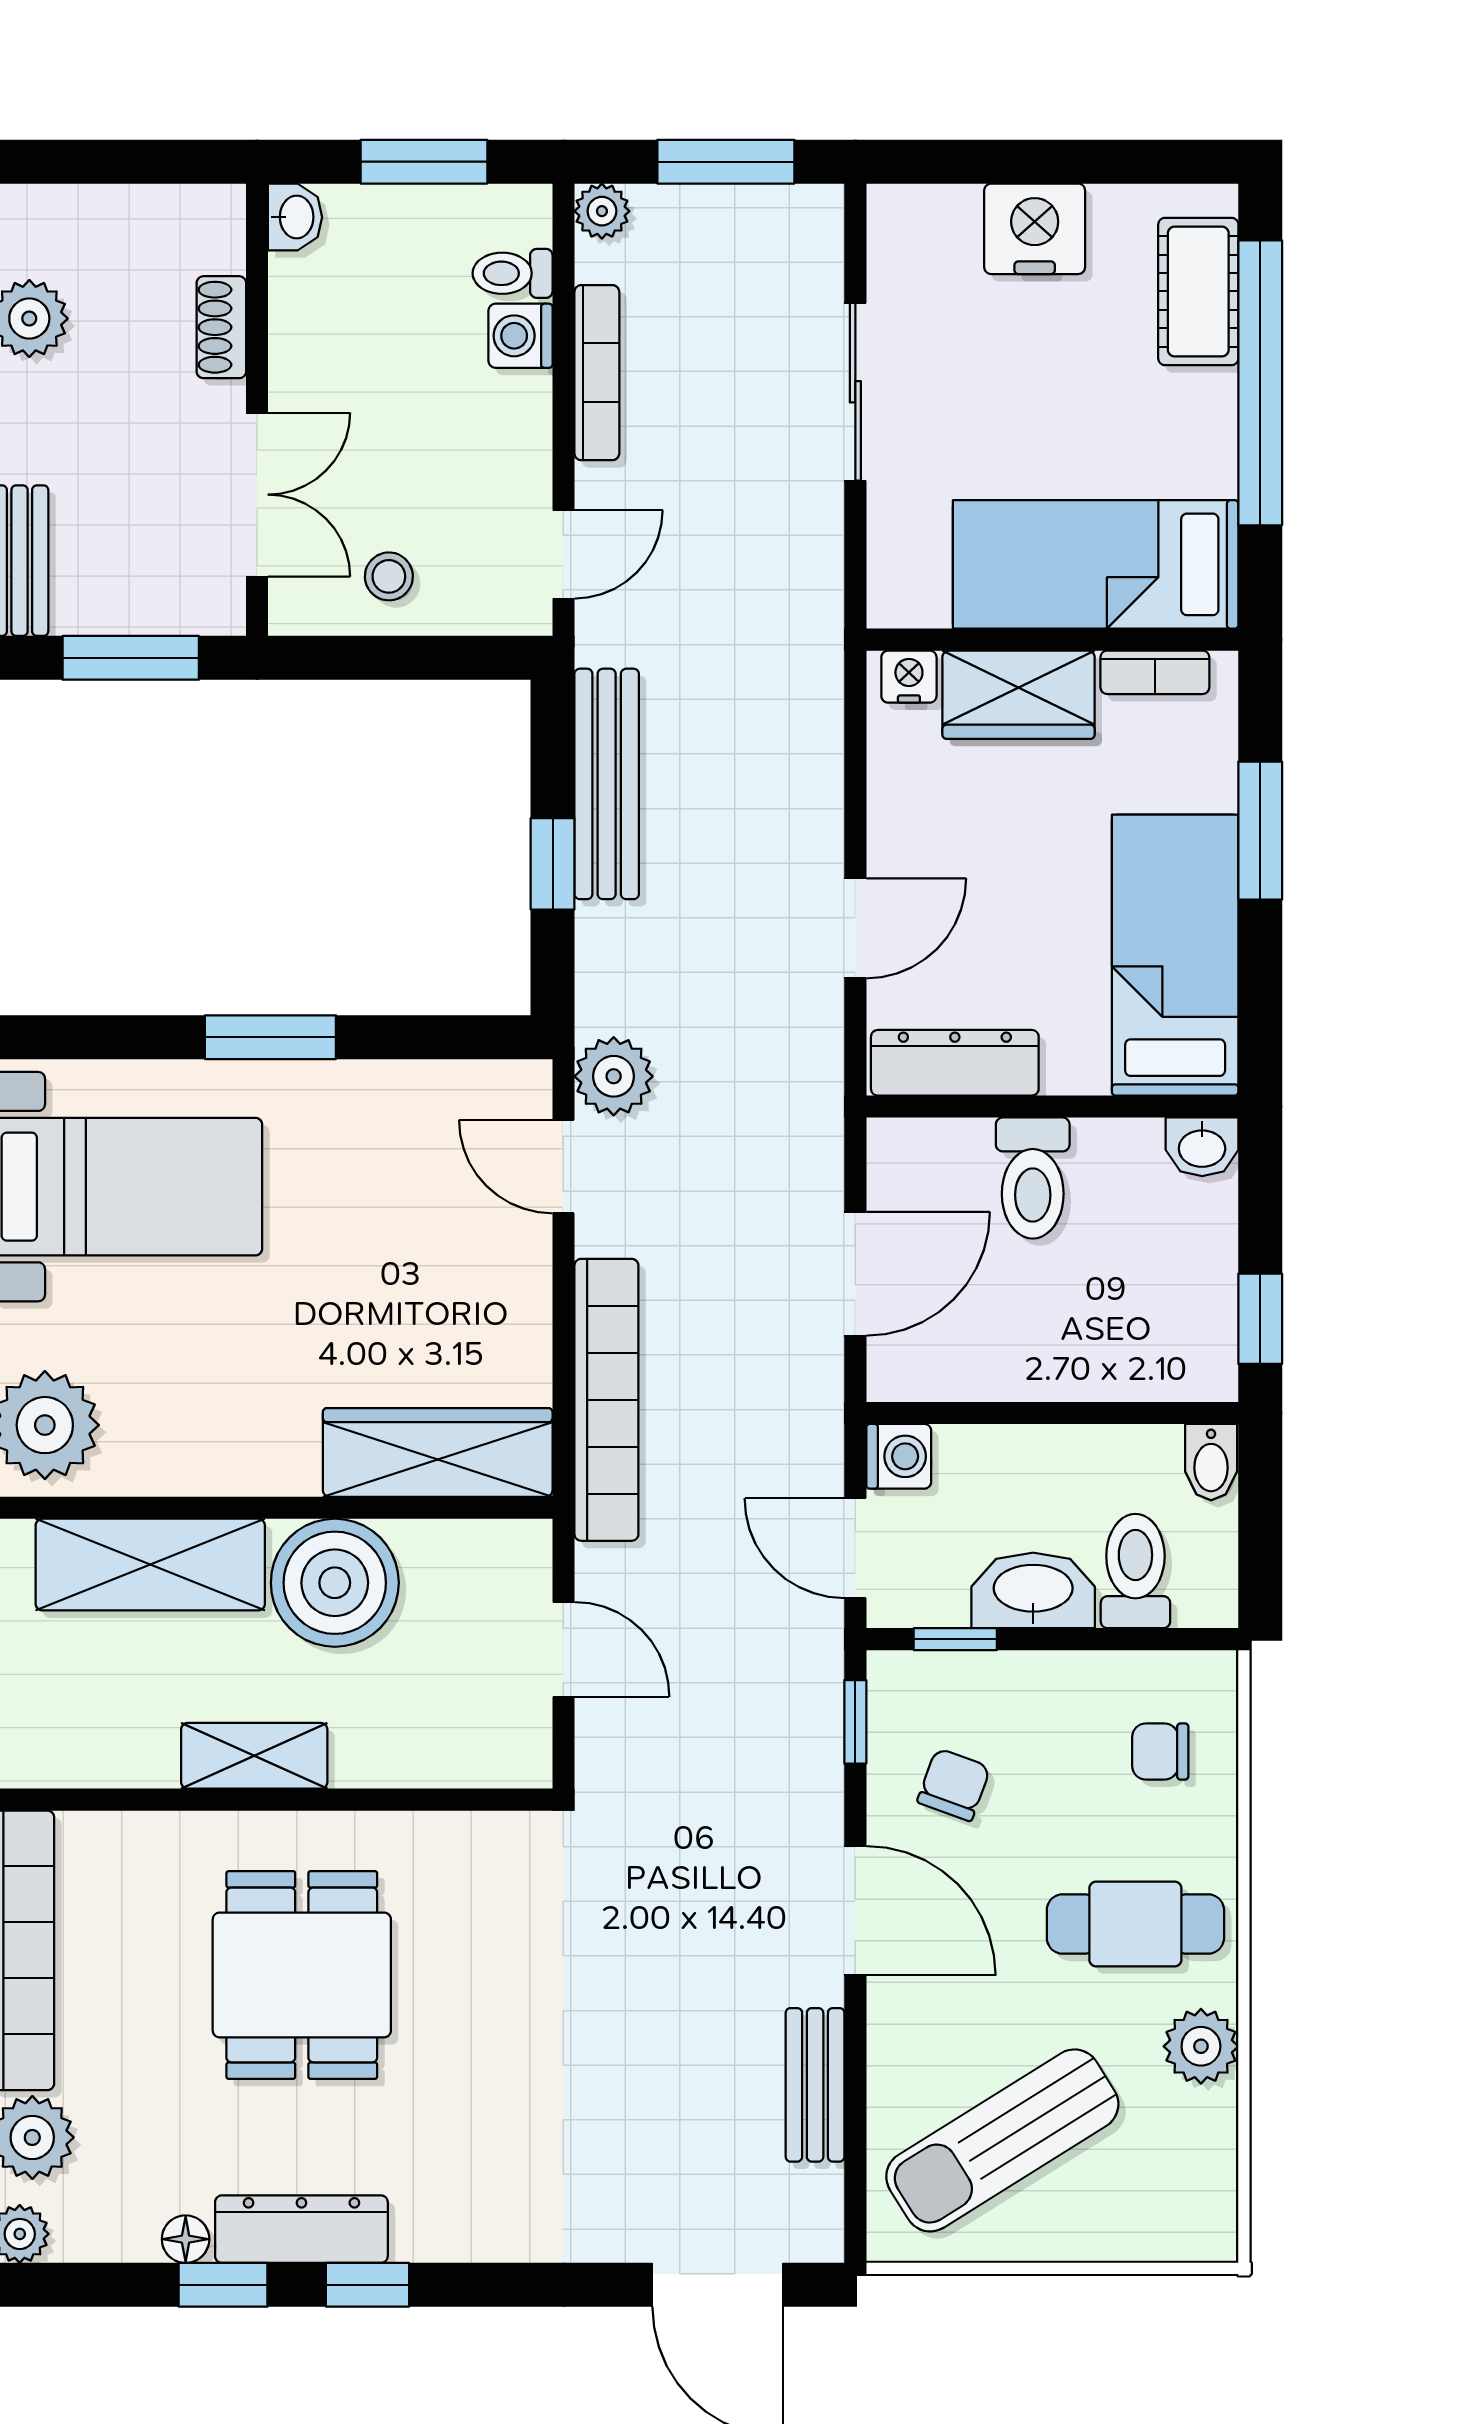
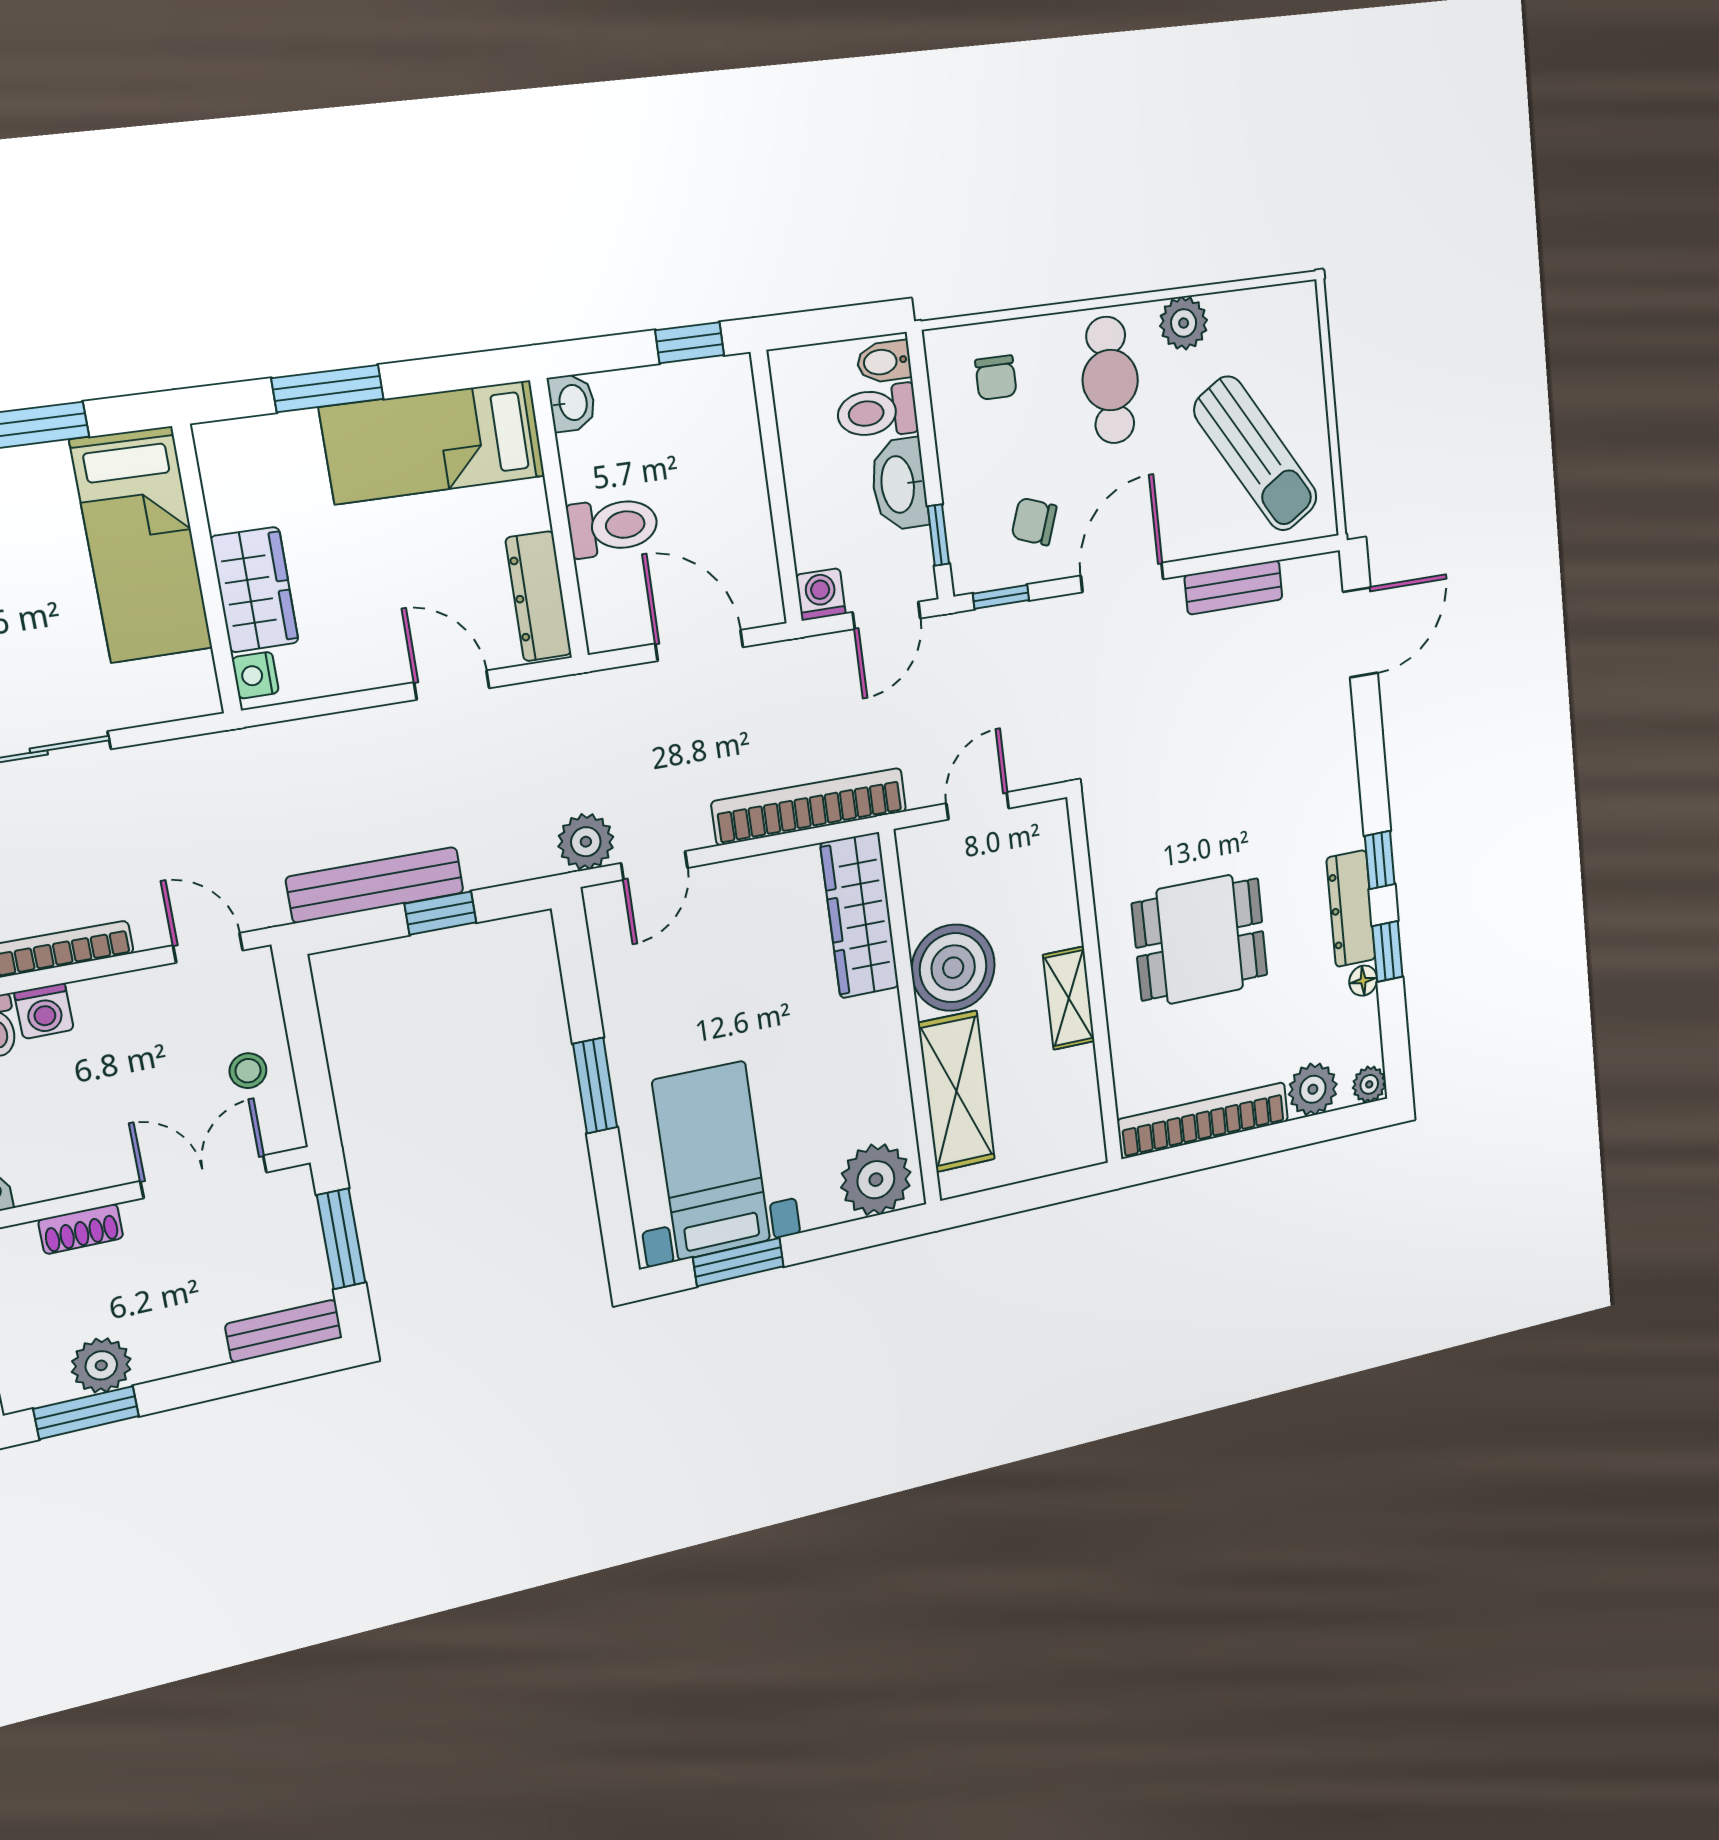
bookcase: (1155, 672) -> (218, 487), removed
bidet: (1211, 1462) -> (884, 362), moved, turned 180

